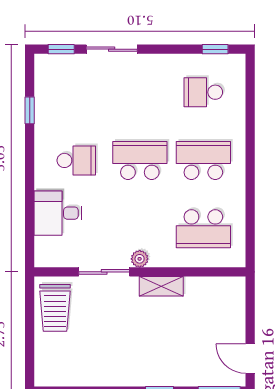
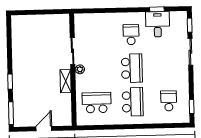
school desk: (76, 160) -> (131, 35), turned 180
desk: (58, 213) -> (158, 24), moved
school desk: (203, 229) -> (97, 103), turned 90
trolley: (55, 308) -> (53, 25), removed
door: (250, 359) -> (44, 129), moved

